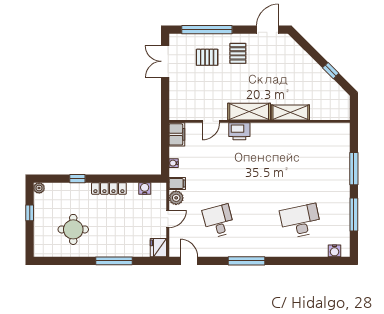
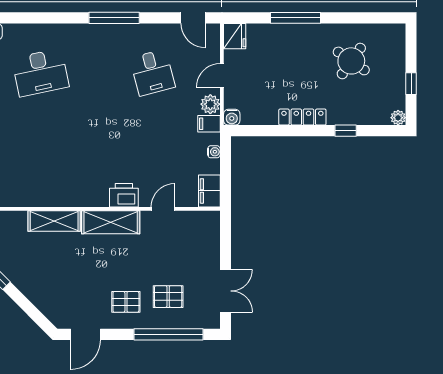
pallet: (238, 53) -> (126, 302), turned 90
water cooler: (145, 188) -> (232, 117), moved
round table: (73, 229) -> (351, 61), turned 35

